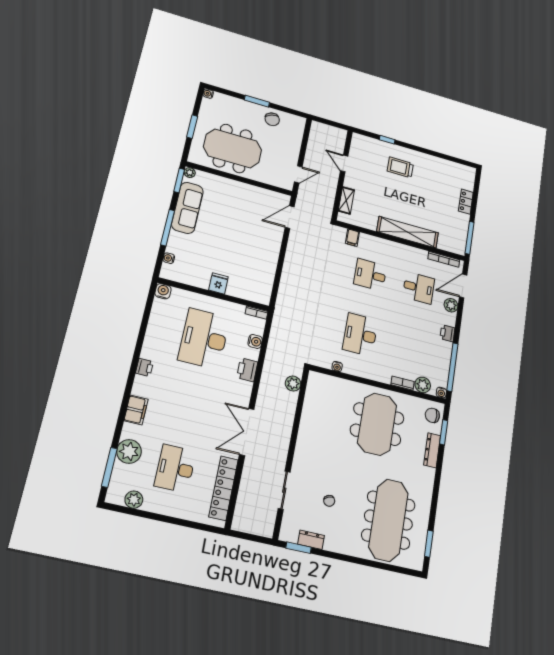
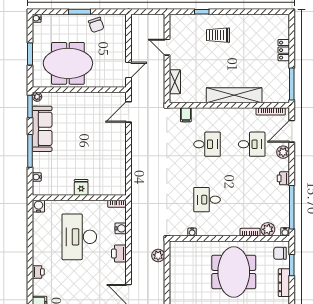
desk: (370, 275) -> (207, 144), turned 180
desk: (360, 335) -> (207, 200), width x0.73

